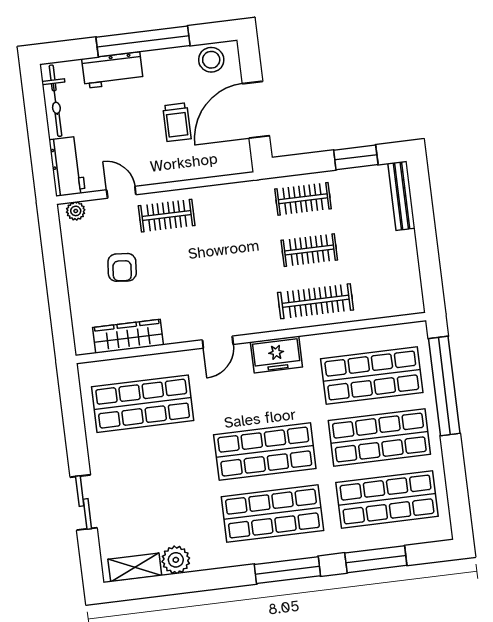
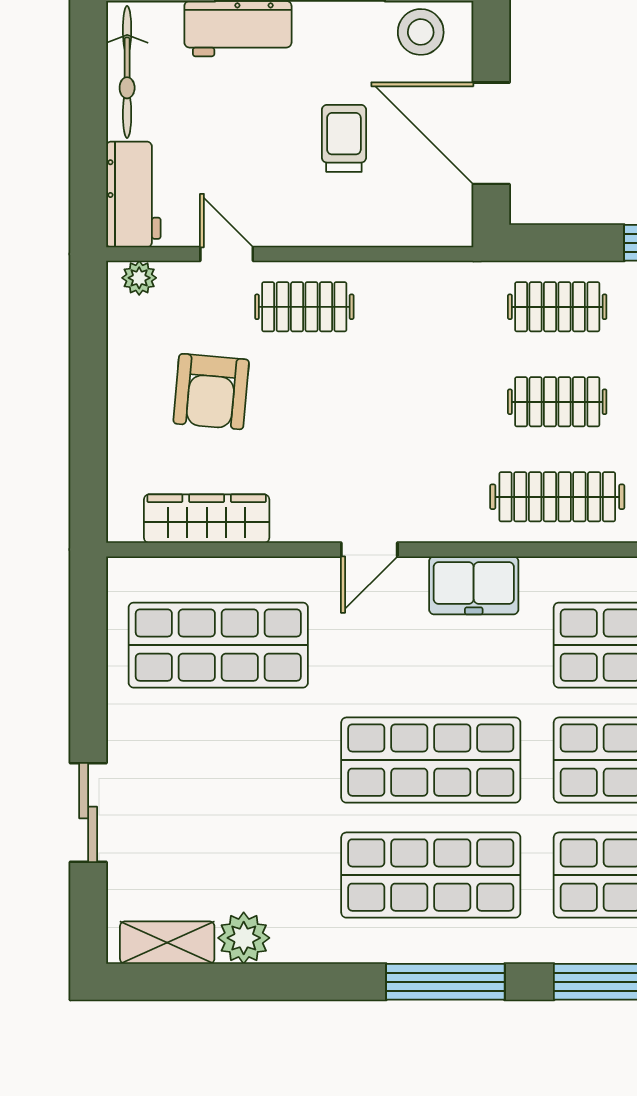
door: (256, 110) -> (491, 133), hinge flipped
trolley: (177, 122) -> (344, 138), turned 180
armchair: (122, 267) -> (211, 392), width x1.38, depth x1.38

